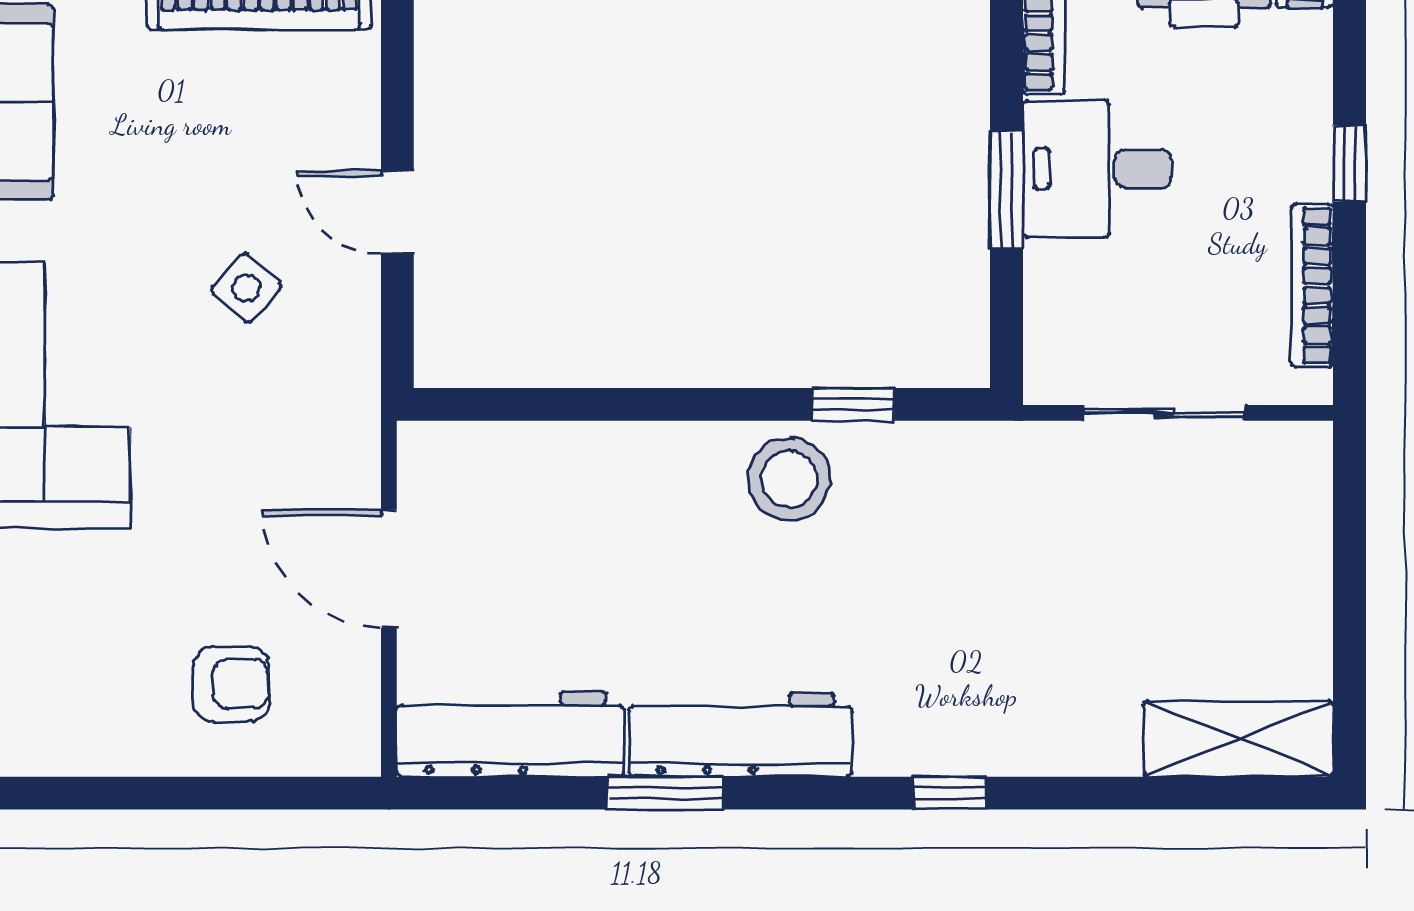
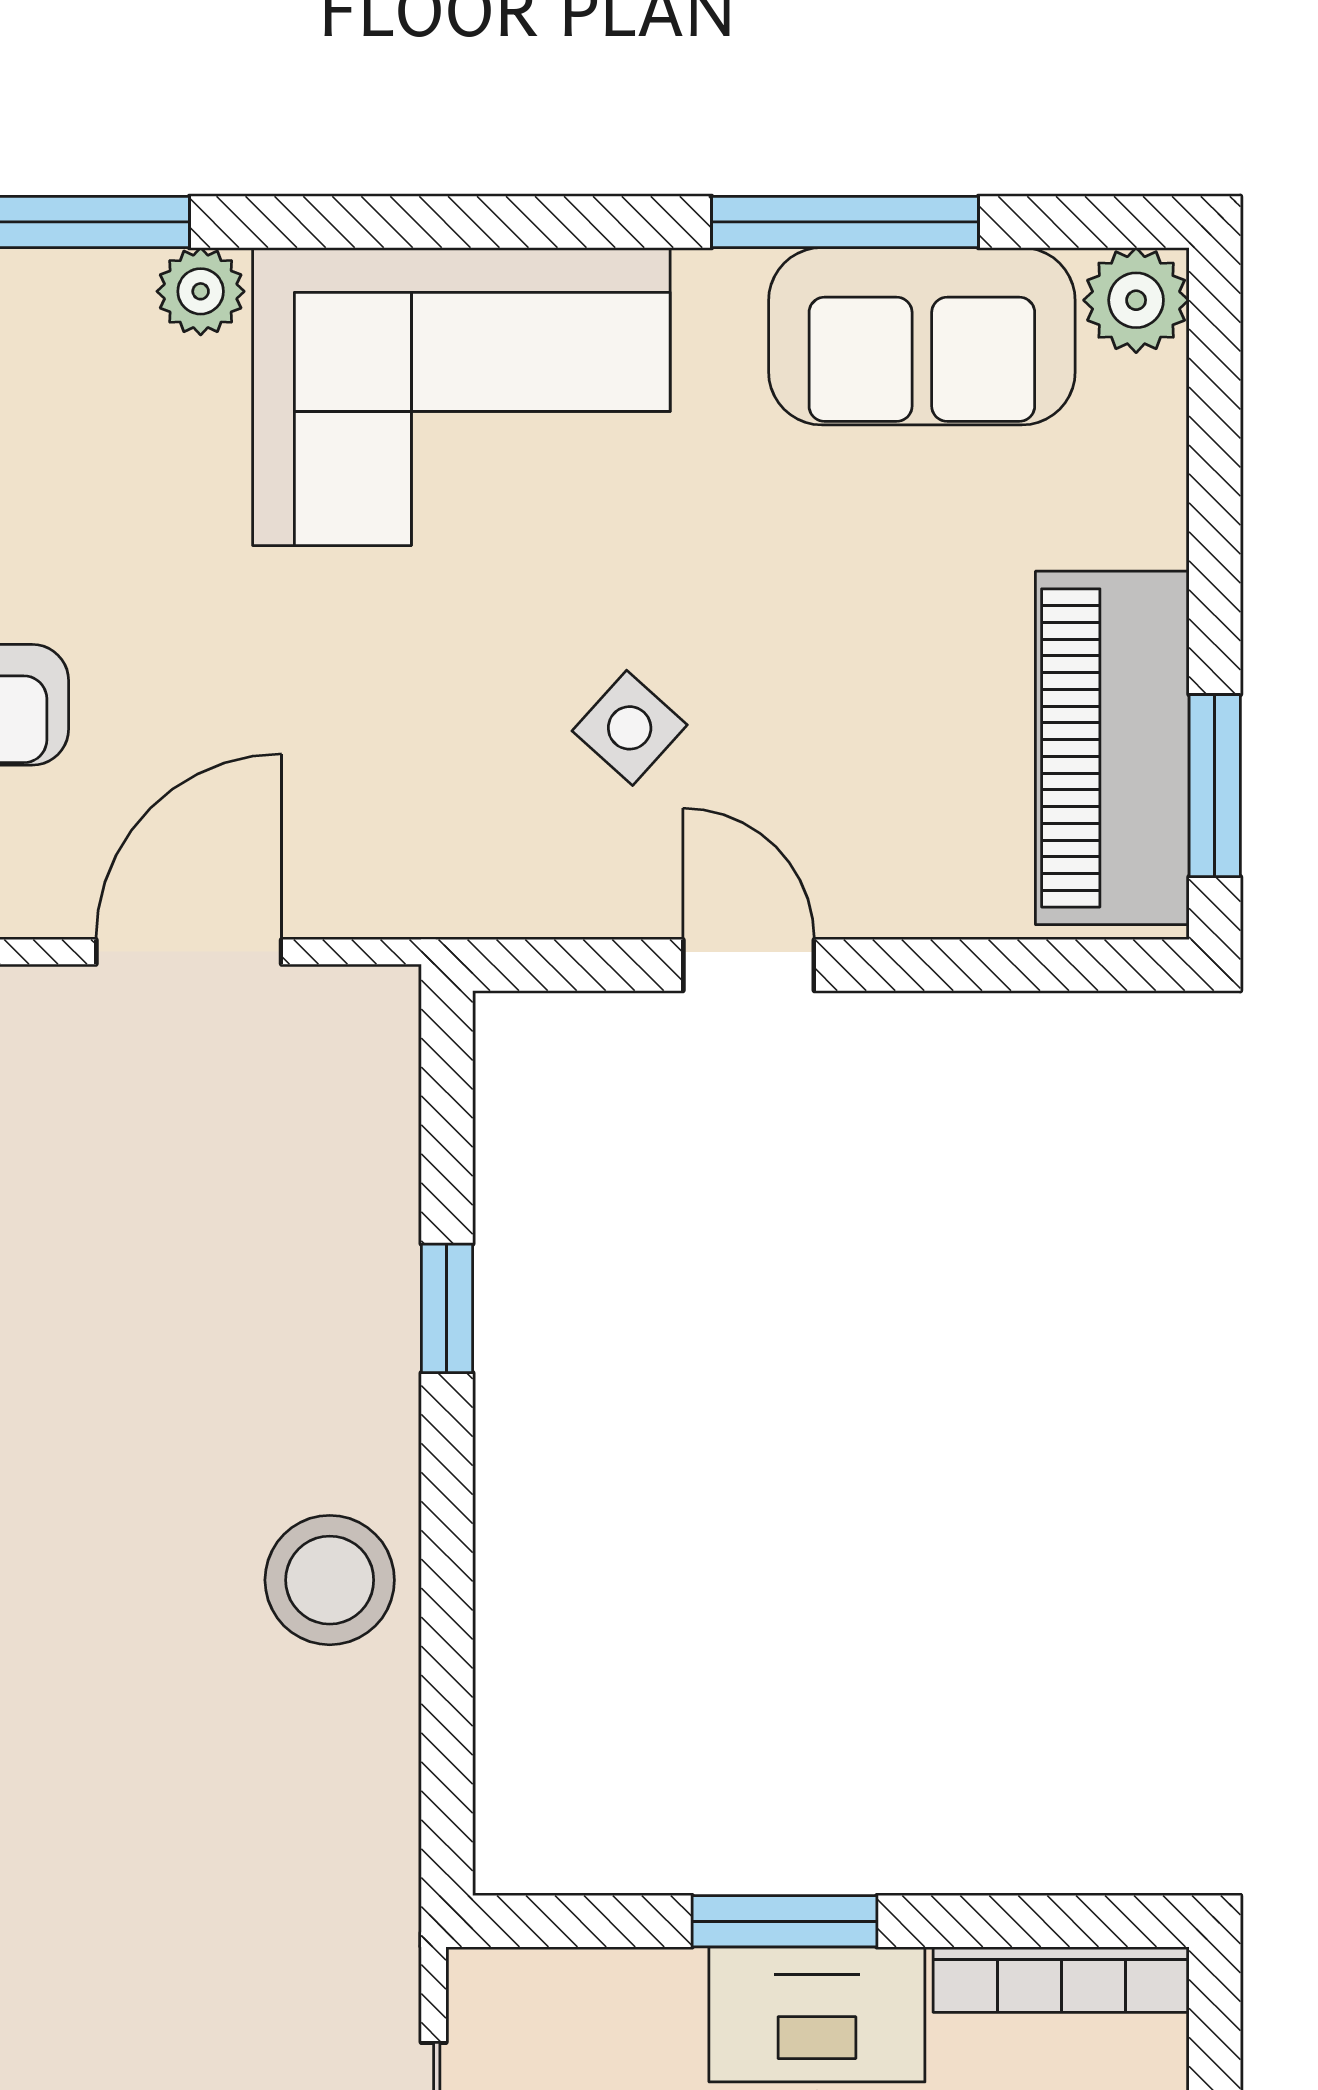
door: (397, 212) -> (749, 965), hinge flipped
window: (853, 404) -> (447, 1308), moved

